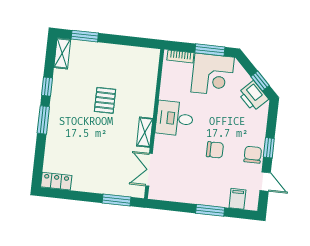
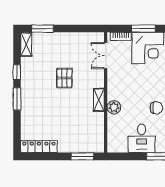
desk: (175, 118) -> (142, 138), moved, turned -90
plant: (162, 143) -> (114, 107), added
double door: (149, 170) -> (106, 56), moved
locker: (56, 181) -> (39, 147), width x1.53

